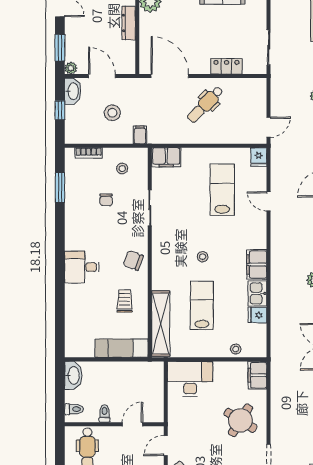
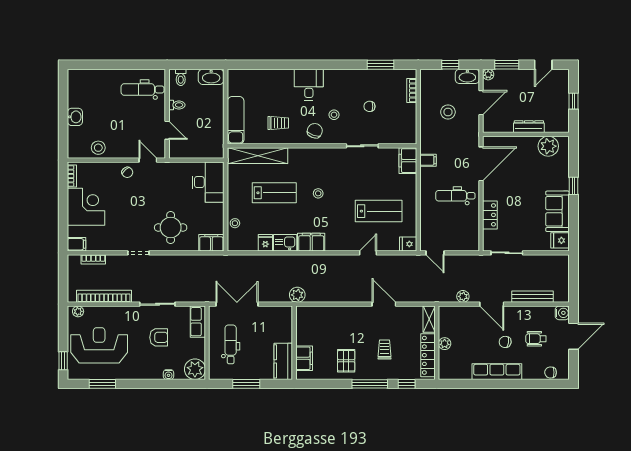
dental chair: (205, 105) -> (455, 196), turned -44
filing cabinet: (140, 135) -> (428, 160), moved
stool: (122, 169) -> (334, 115), moved
round table: (240, 420) -> (171, 228), turned -32

